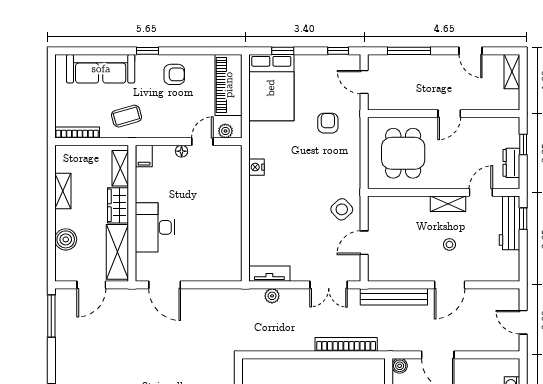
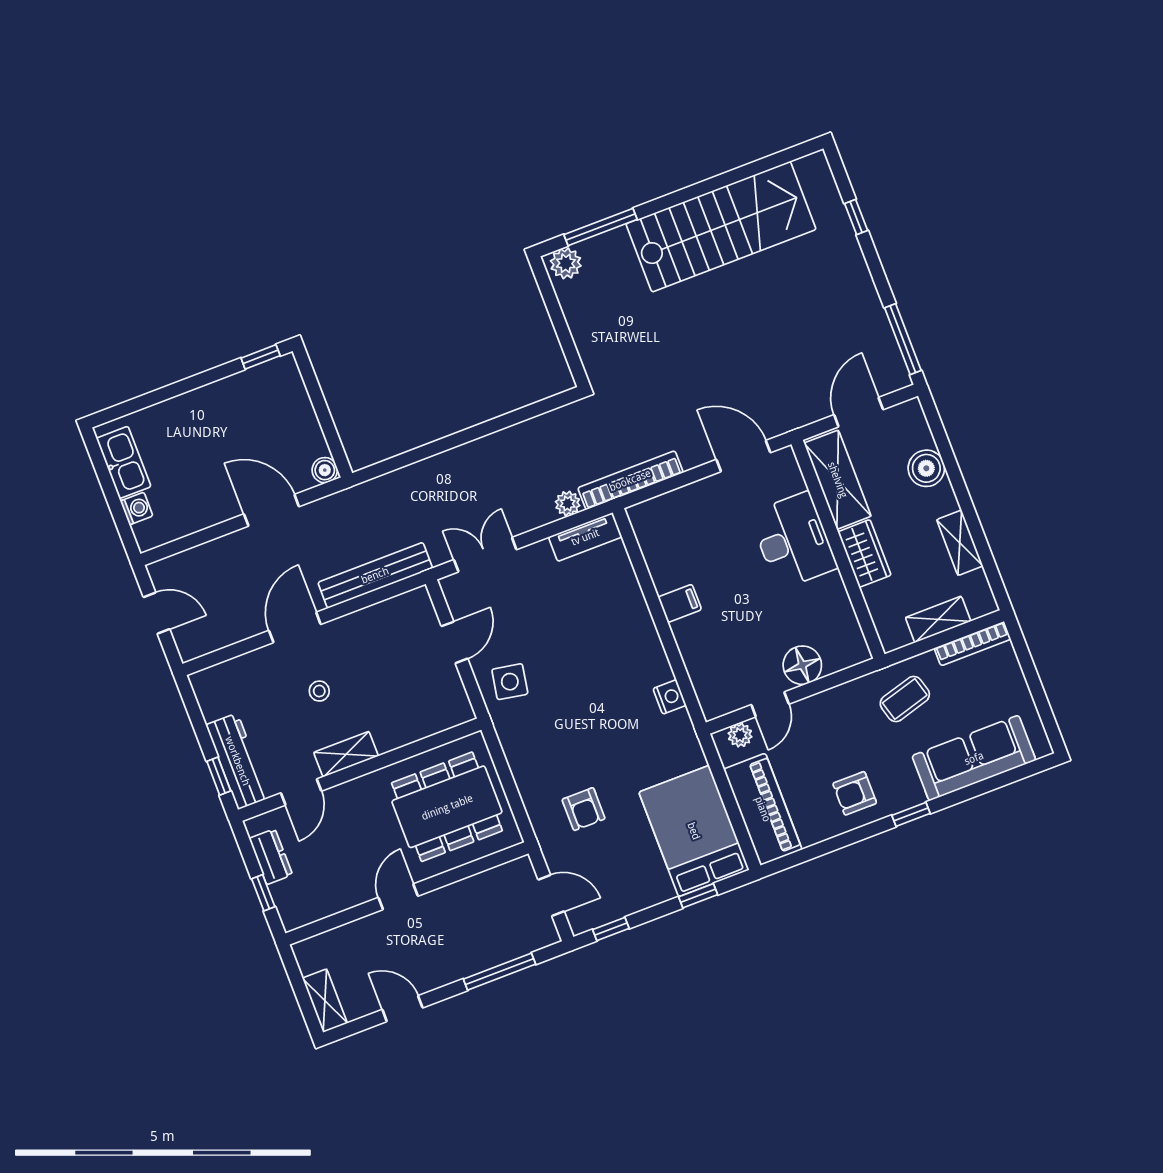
floor lamp: (182, 151) -> (802, 665), width x1.89, depth x1.89
dining table: (403, 153) -> (447, 807), width x1.38
filing cabinet: (144, 156) -> (680, 603), moved, turned 90
shelving: (120, 168) -> (938, 619), moved, turned 90
side table: (342, 209) -> (510, 682), turned -38
bookcase: (346, 344) -> (630, 480), moved, turned 180

